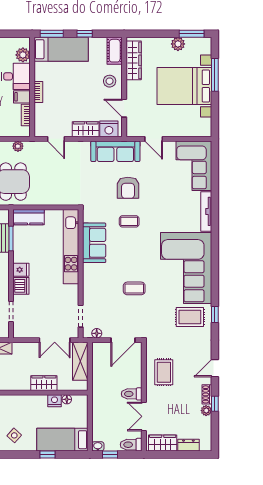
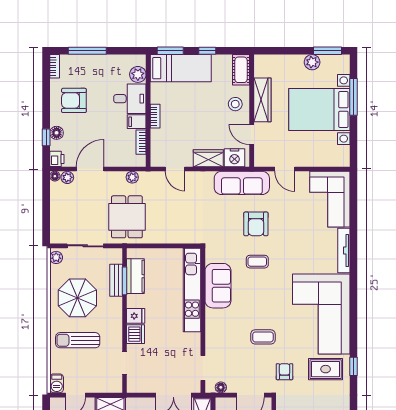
wardrobe: (134, 60) -> (262, 100), moved
kitchen counter: (29, 217) -> (135, 276), moved, turned -90
armchair: (153, 319) -> (284, 372), added

